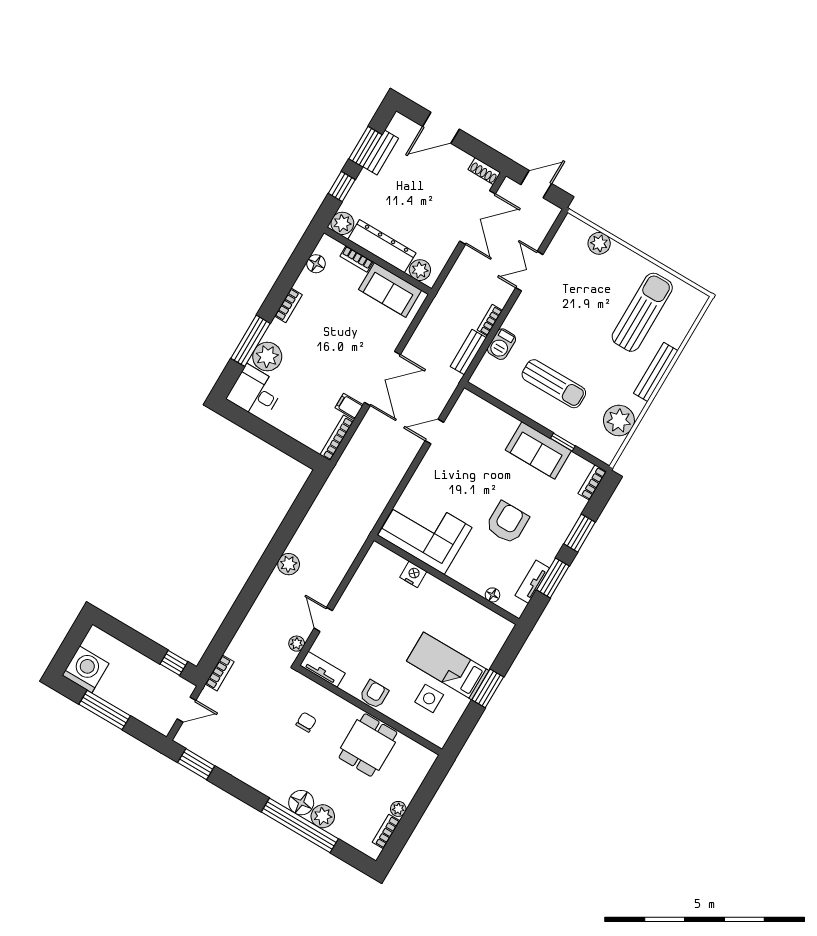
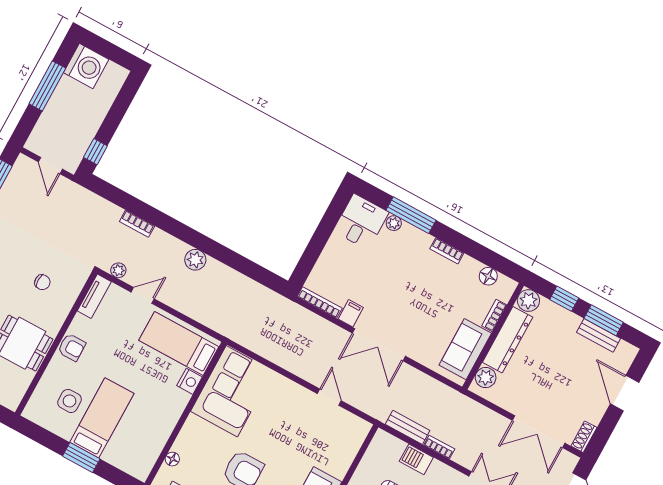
plant: (267, 357) -> (394, 223), width x0.53, depth x0.53
bed: (374, 584) -> (179, 344), added
bookcase: (220, 673) -> (137, 224), moved

